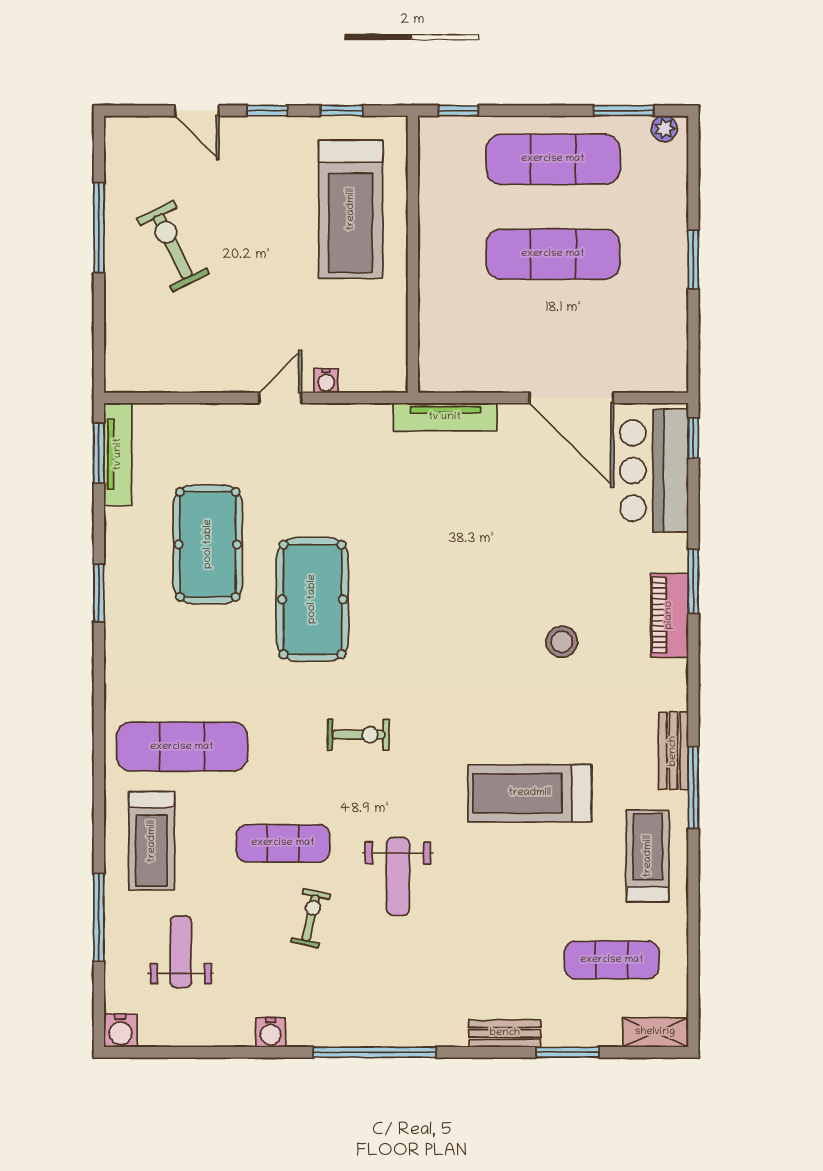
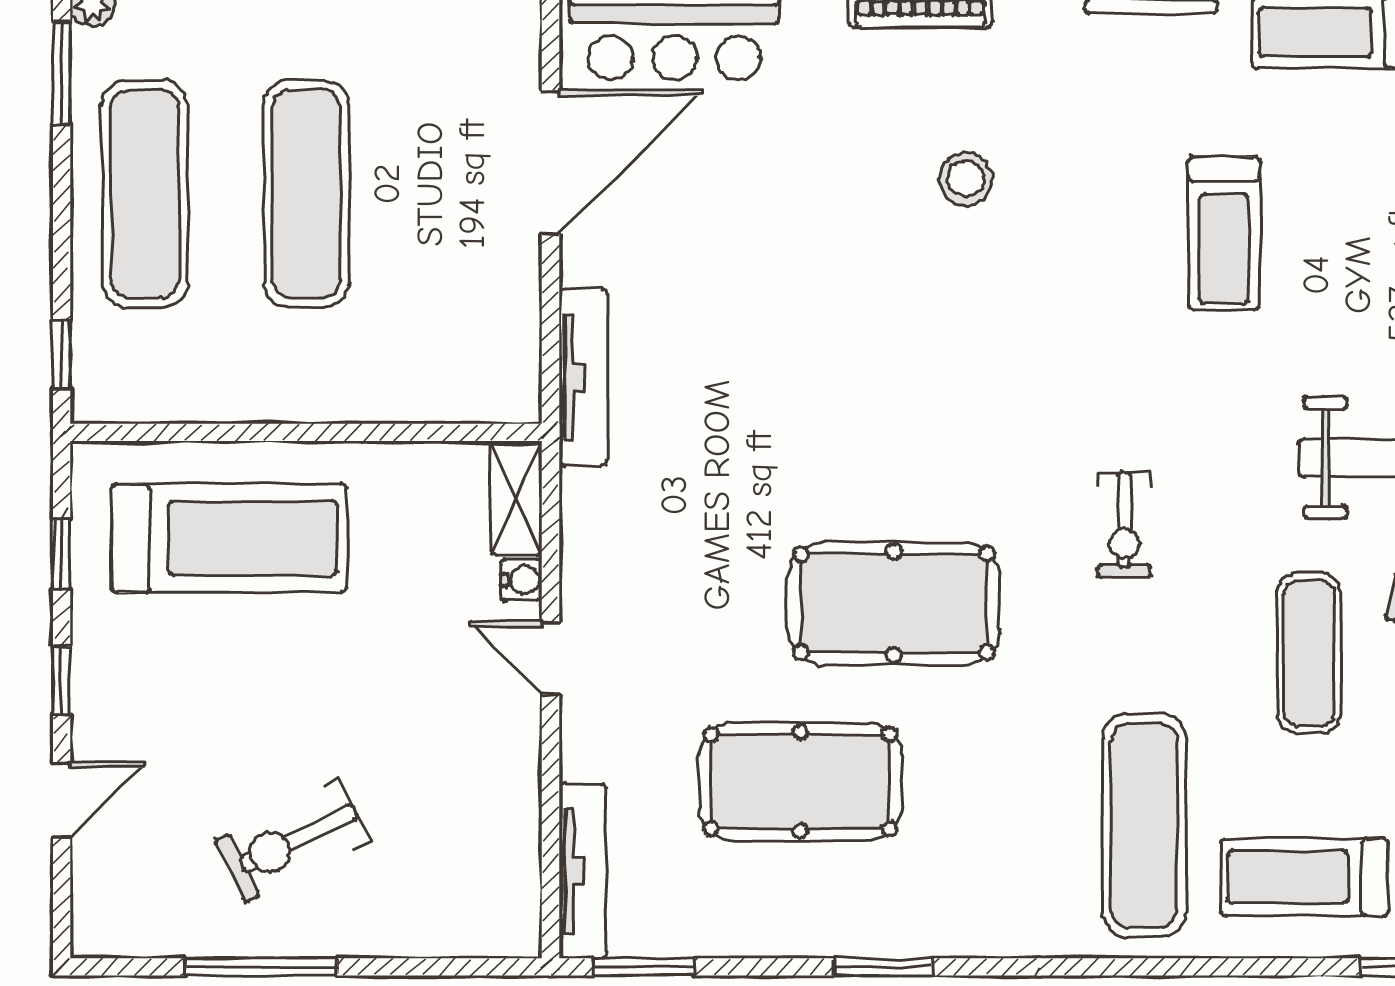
shelving: (374, 378) -> (516, 498), added
tv unit: (118, 454) -> (583, 871), moved, turned 90
exercise bike: (358, 735) -> (1124, 525), turned 180
treadmill: (530, 793) -> (1224, 233), width x0.73, depth x0.73
treadmill: (152, 841) -> (1305, 877), turned 180

